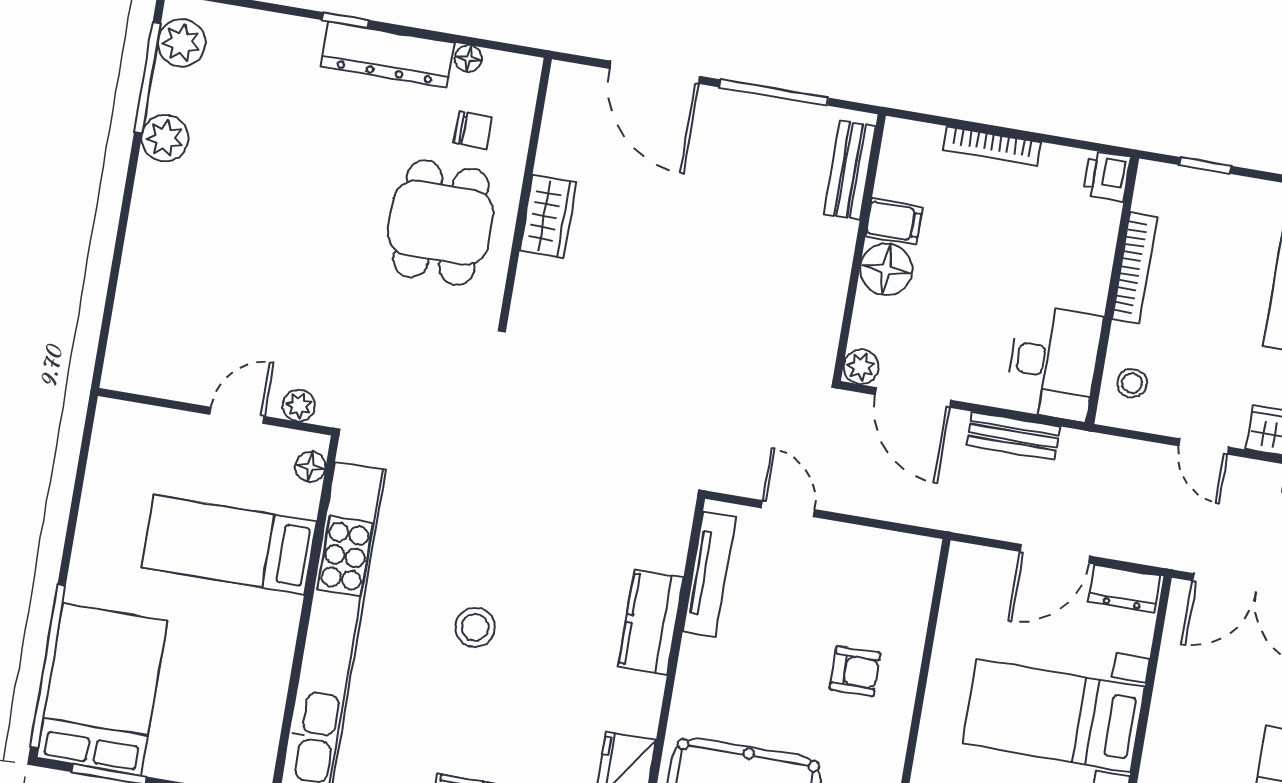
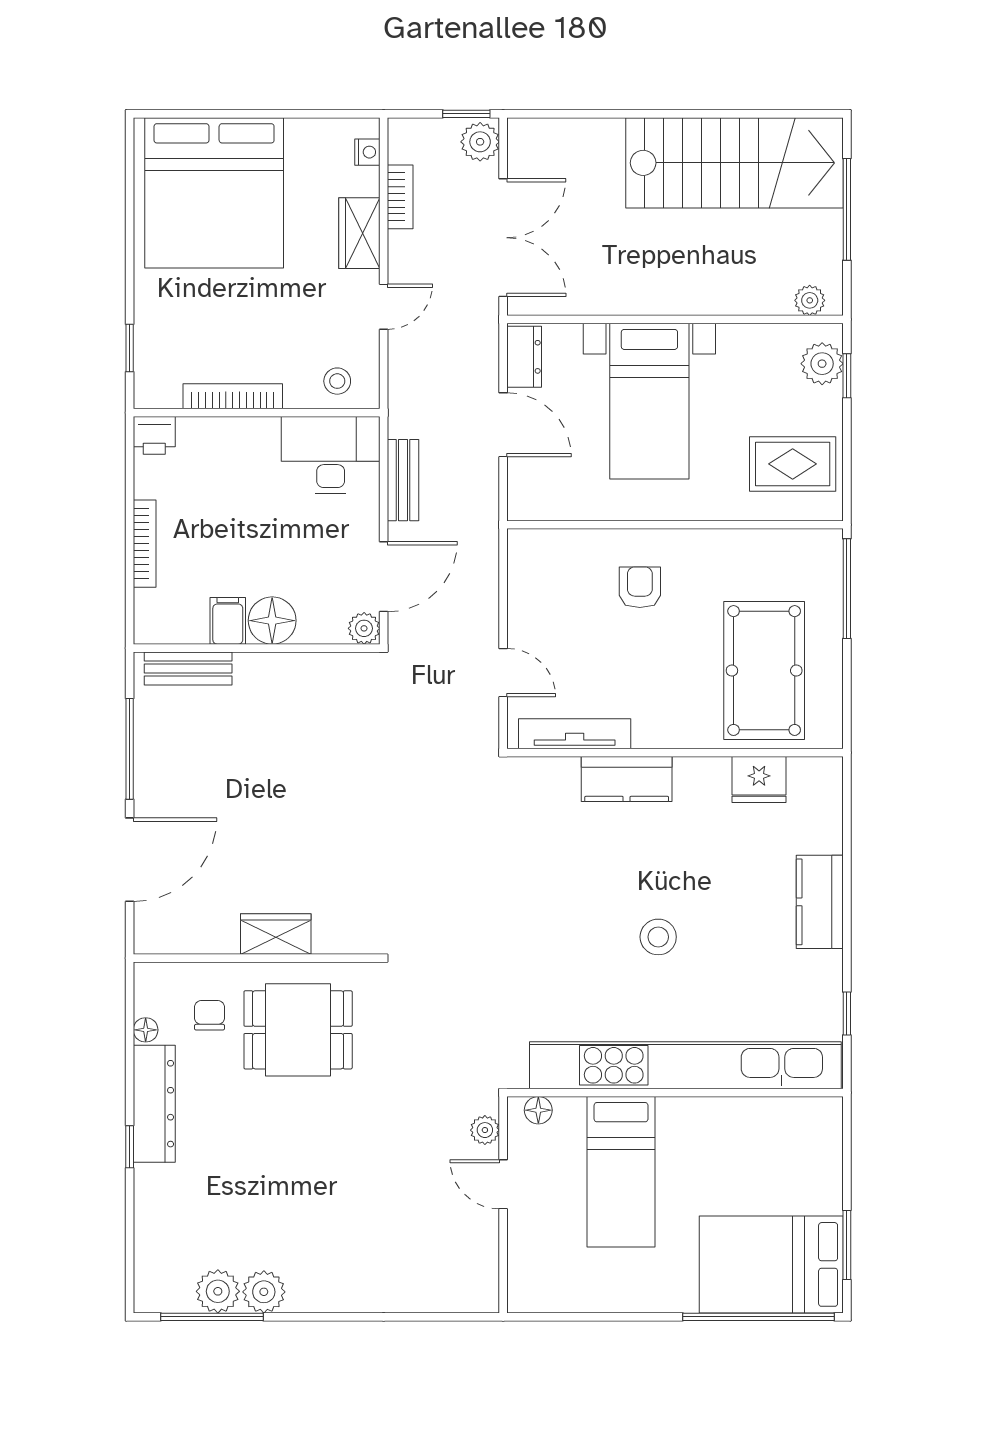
plant: (182, 43) -> (218, 1291), moved
door: (788, 509) -> (503, 673), swing flipped

